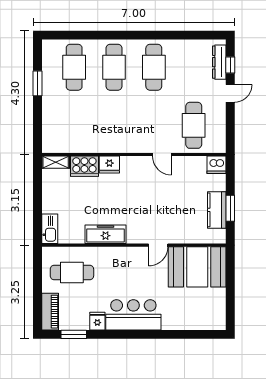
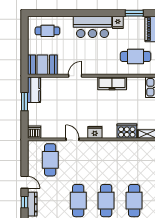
door: (230, 93) -> (24, 182), swing flipped
fridge: (109, 165) -> (95, 132), moved
kitchen counter: (217, 210) -> (34, 90), moved
booth: (197, 267) -> (42, 65), width x0.73, depth x0.70
cafe table: (198, 309) -> (47, 31), added

